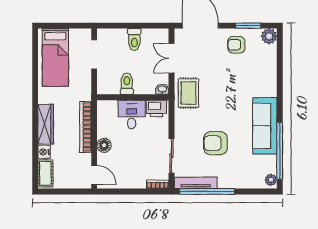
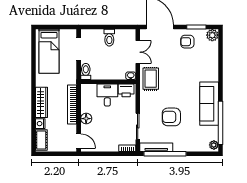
double door: (171, 58) -> (138, 52), swing flipped
toilet: (127, 84) -> (86, 71), moved

